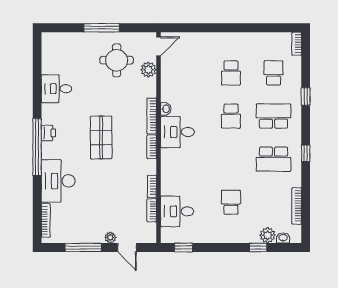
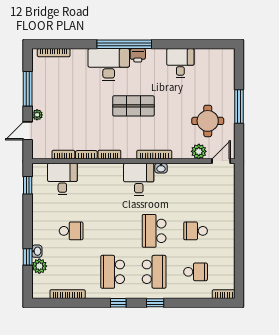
door: (158, 46) -> (221, 161), swing flipped
window: (306, 96) -> (155, 303), moved
school desk: (231, 116) -> (154, 231), width x1.85
bookcase: (152, 147) -> (109, 155), moved
desk: (58, 181) -> (109, 65), moved
washbasin: (283, 238) -> (37, 251), moved

